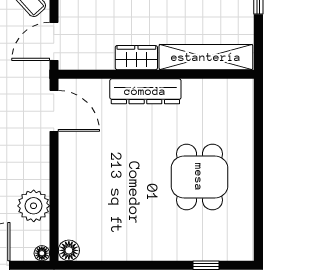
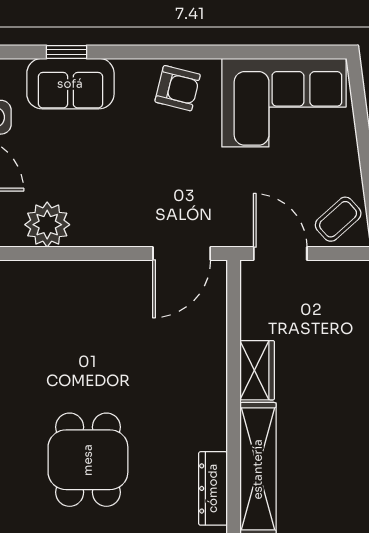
dresser: (145, 91) -> (213, 488), moved, width x0.73, depth x0.80
dining table: (199, 177) -> (88, 460), turned 90

